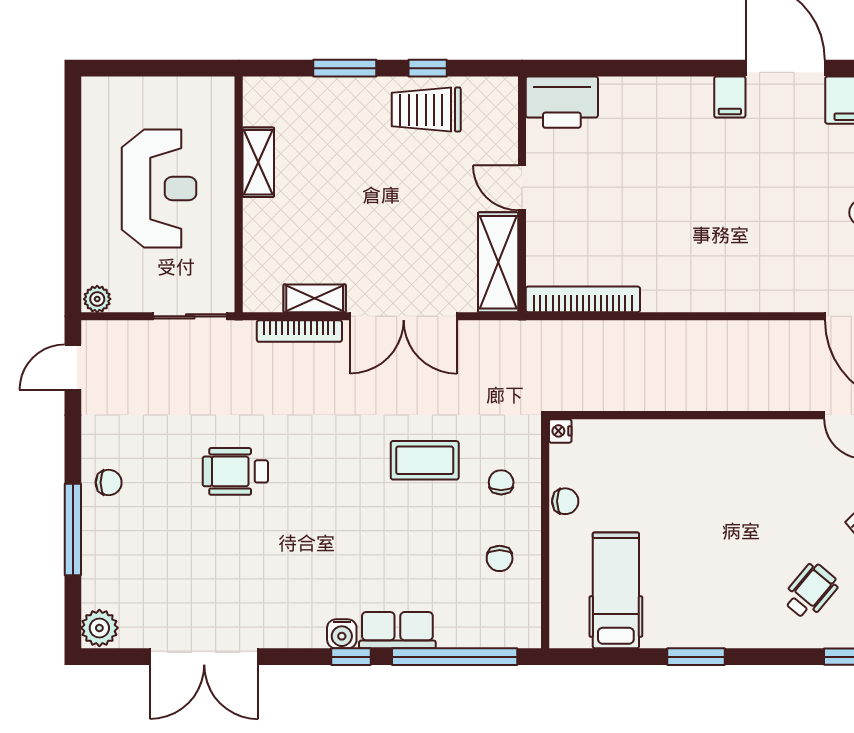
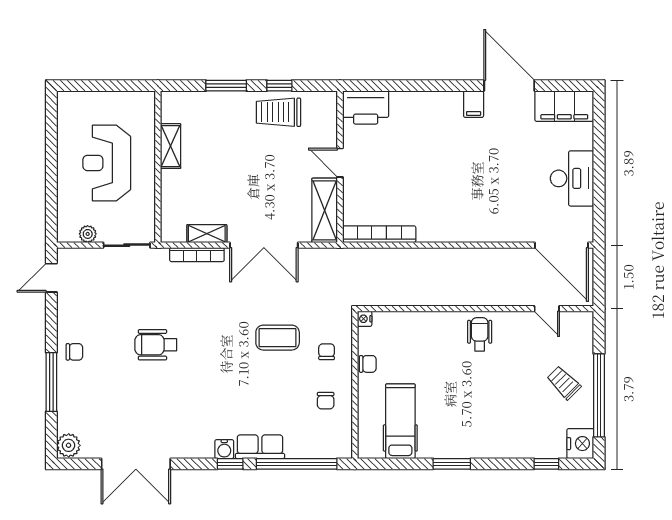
reception desk: (159, 189) -> (107, 163), turned 180
plant: (97, 299) -> (88, 234), moved
wheelchair: (810, 591) -> (480, 334), moved, turned -40

